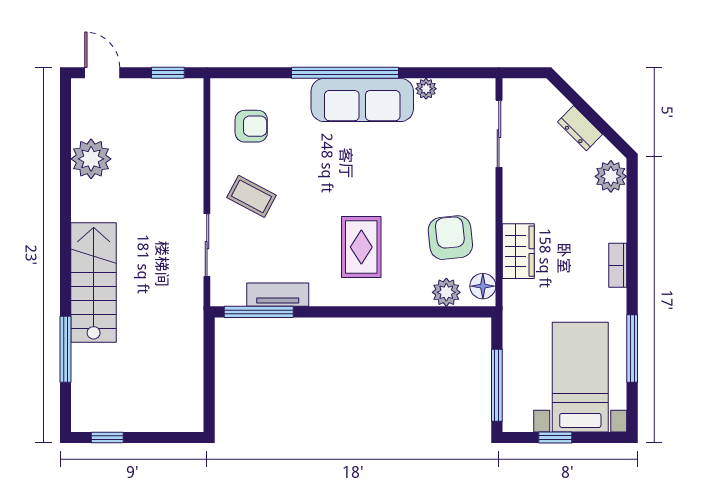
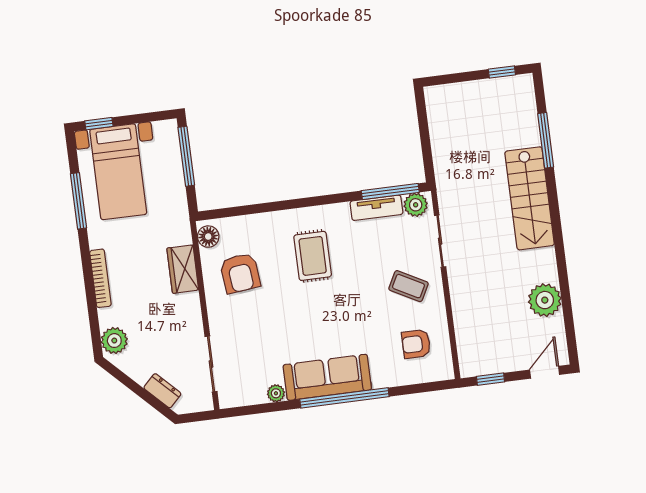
door: (102, 73) -> (545, 372), swing flipped
dresser: (580, 128) -> (162, 391), moved
bookcase: (618, 265) -> (100, 278), width x1.56
plant: (446, 292) -> (416, 205), moved
window: (555, 437) -> (99, 124), moved

